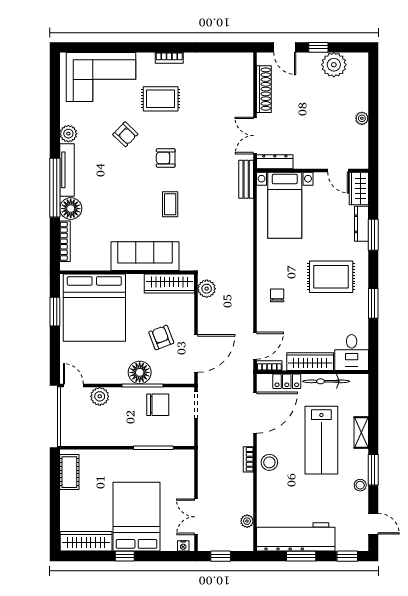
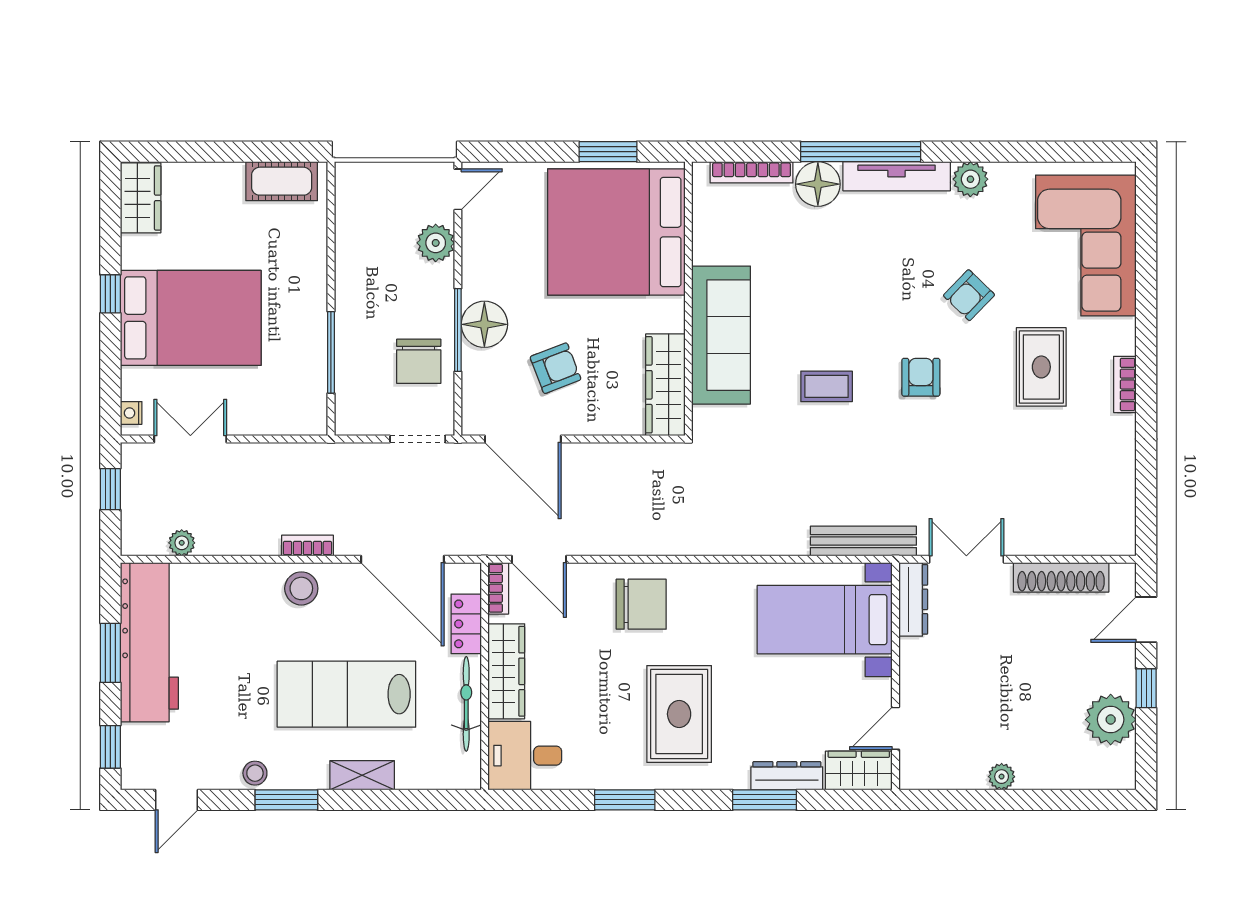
bench: (246, 179) -> (863, 541), width x1.36
plant: (207, 289) -> (655, 461), removed
chair: (277, 295) -> (641, 604), width x1.87, depth x1.87
wardrobe: (86, 541) -> (141, 198), width x0.67

